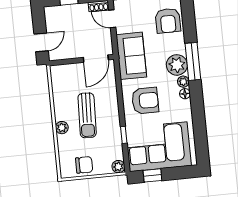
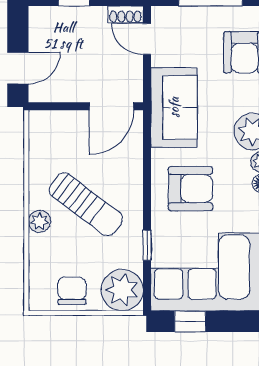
sun lounger: (87, 115) -> (86, 204), turned -55
chair: (84, 165) -> (72, 291), turned -90
plant: (118, 167) -> (122, 290), width x1.87, depth x1.87

